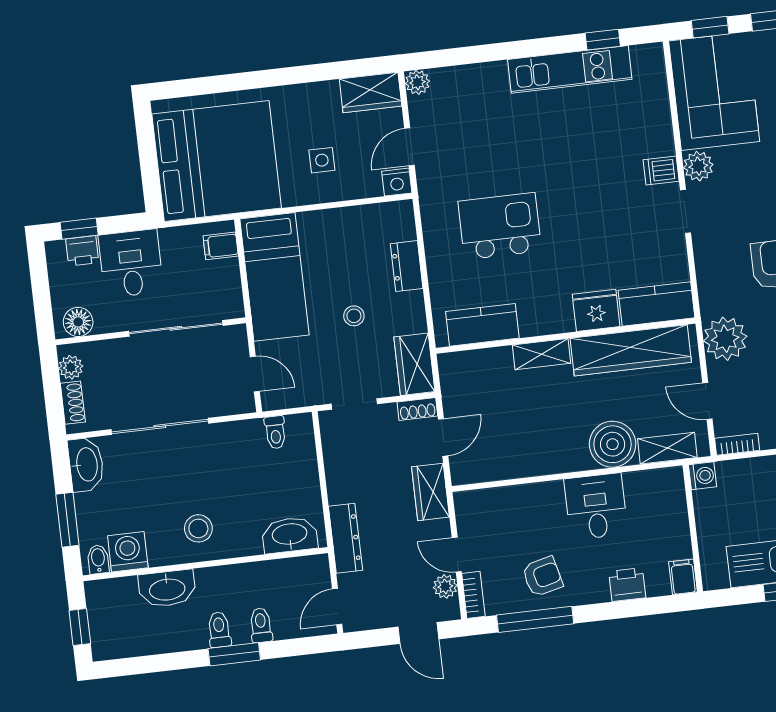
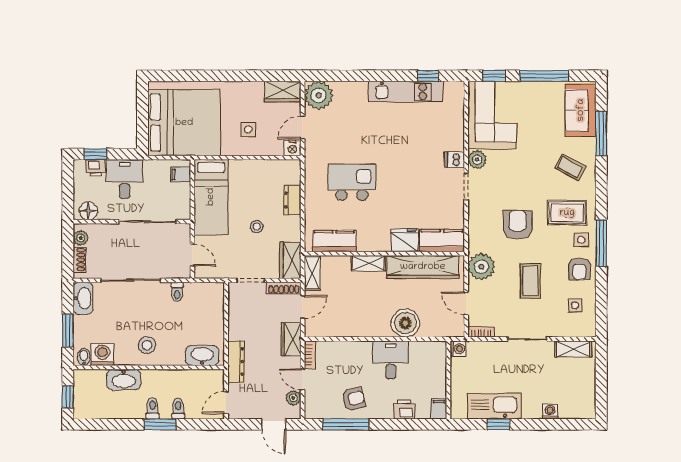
plant: (417, 82) -> (319, 95), width x1.87, depth x1.87
shoe rack: (417, 409) -> (284, 288), width x1.43
toilet: (275, 432) -> (177, 292), moved
shelving: (667, 448) -> (312, 273), moved, turned 90
bookcase: (473, 595) -> (310, 355), moved

